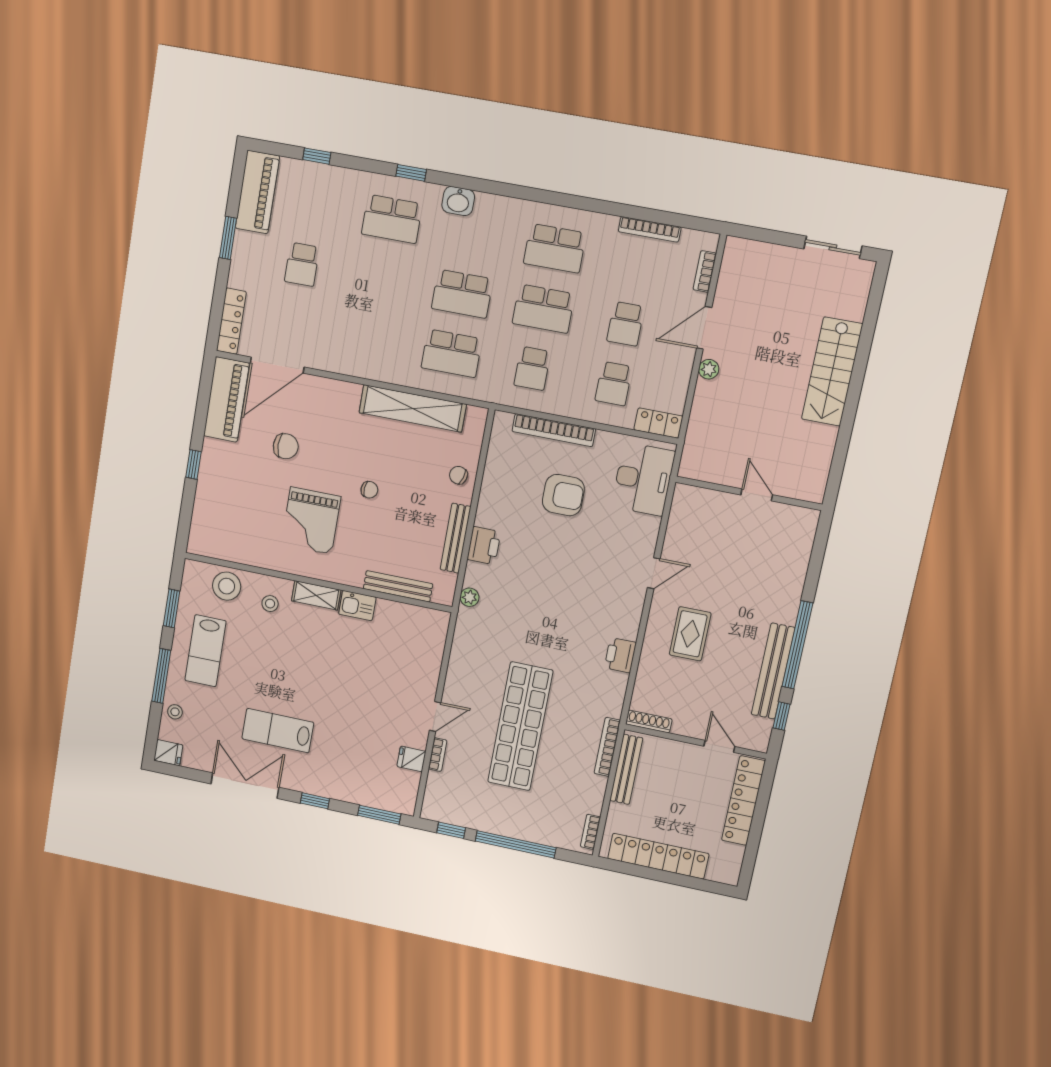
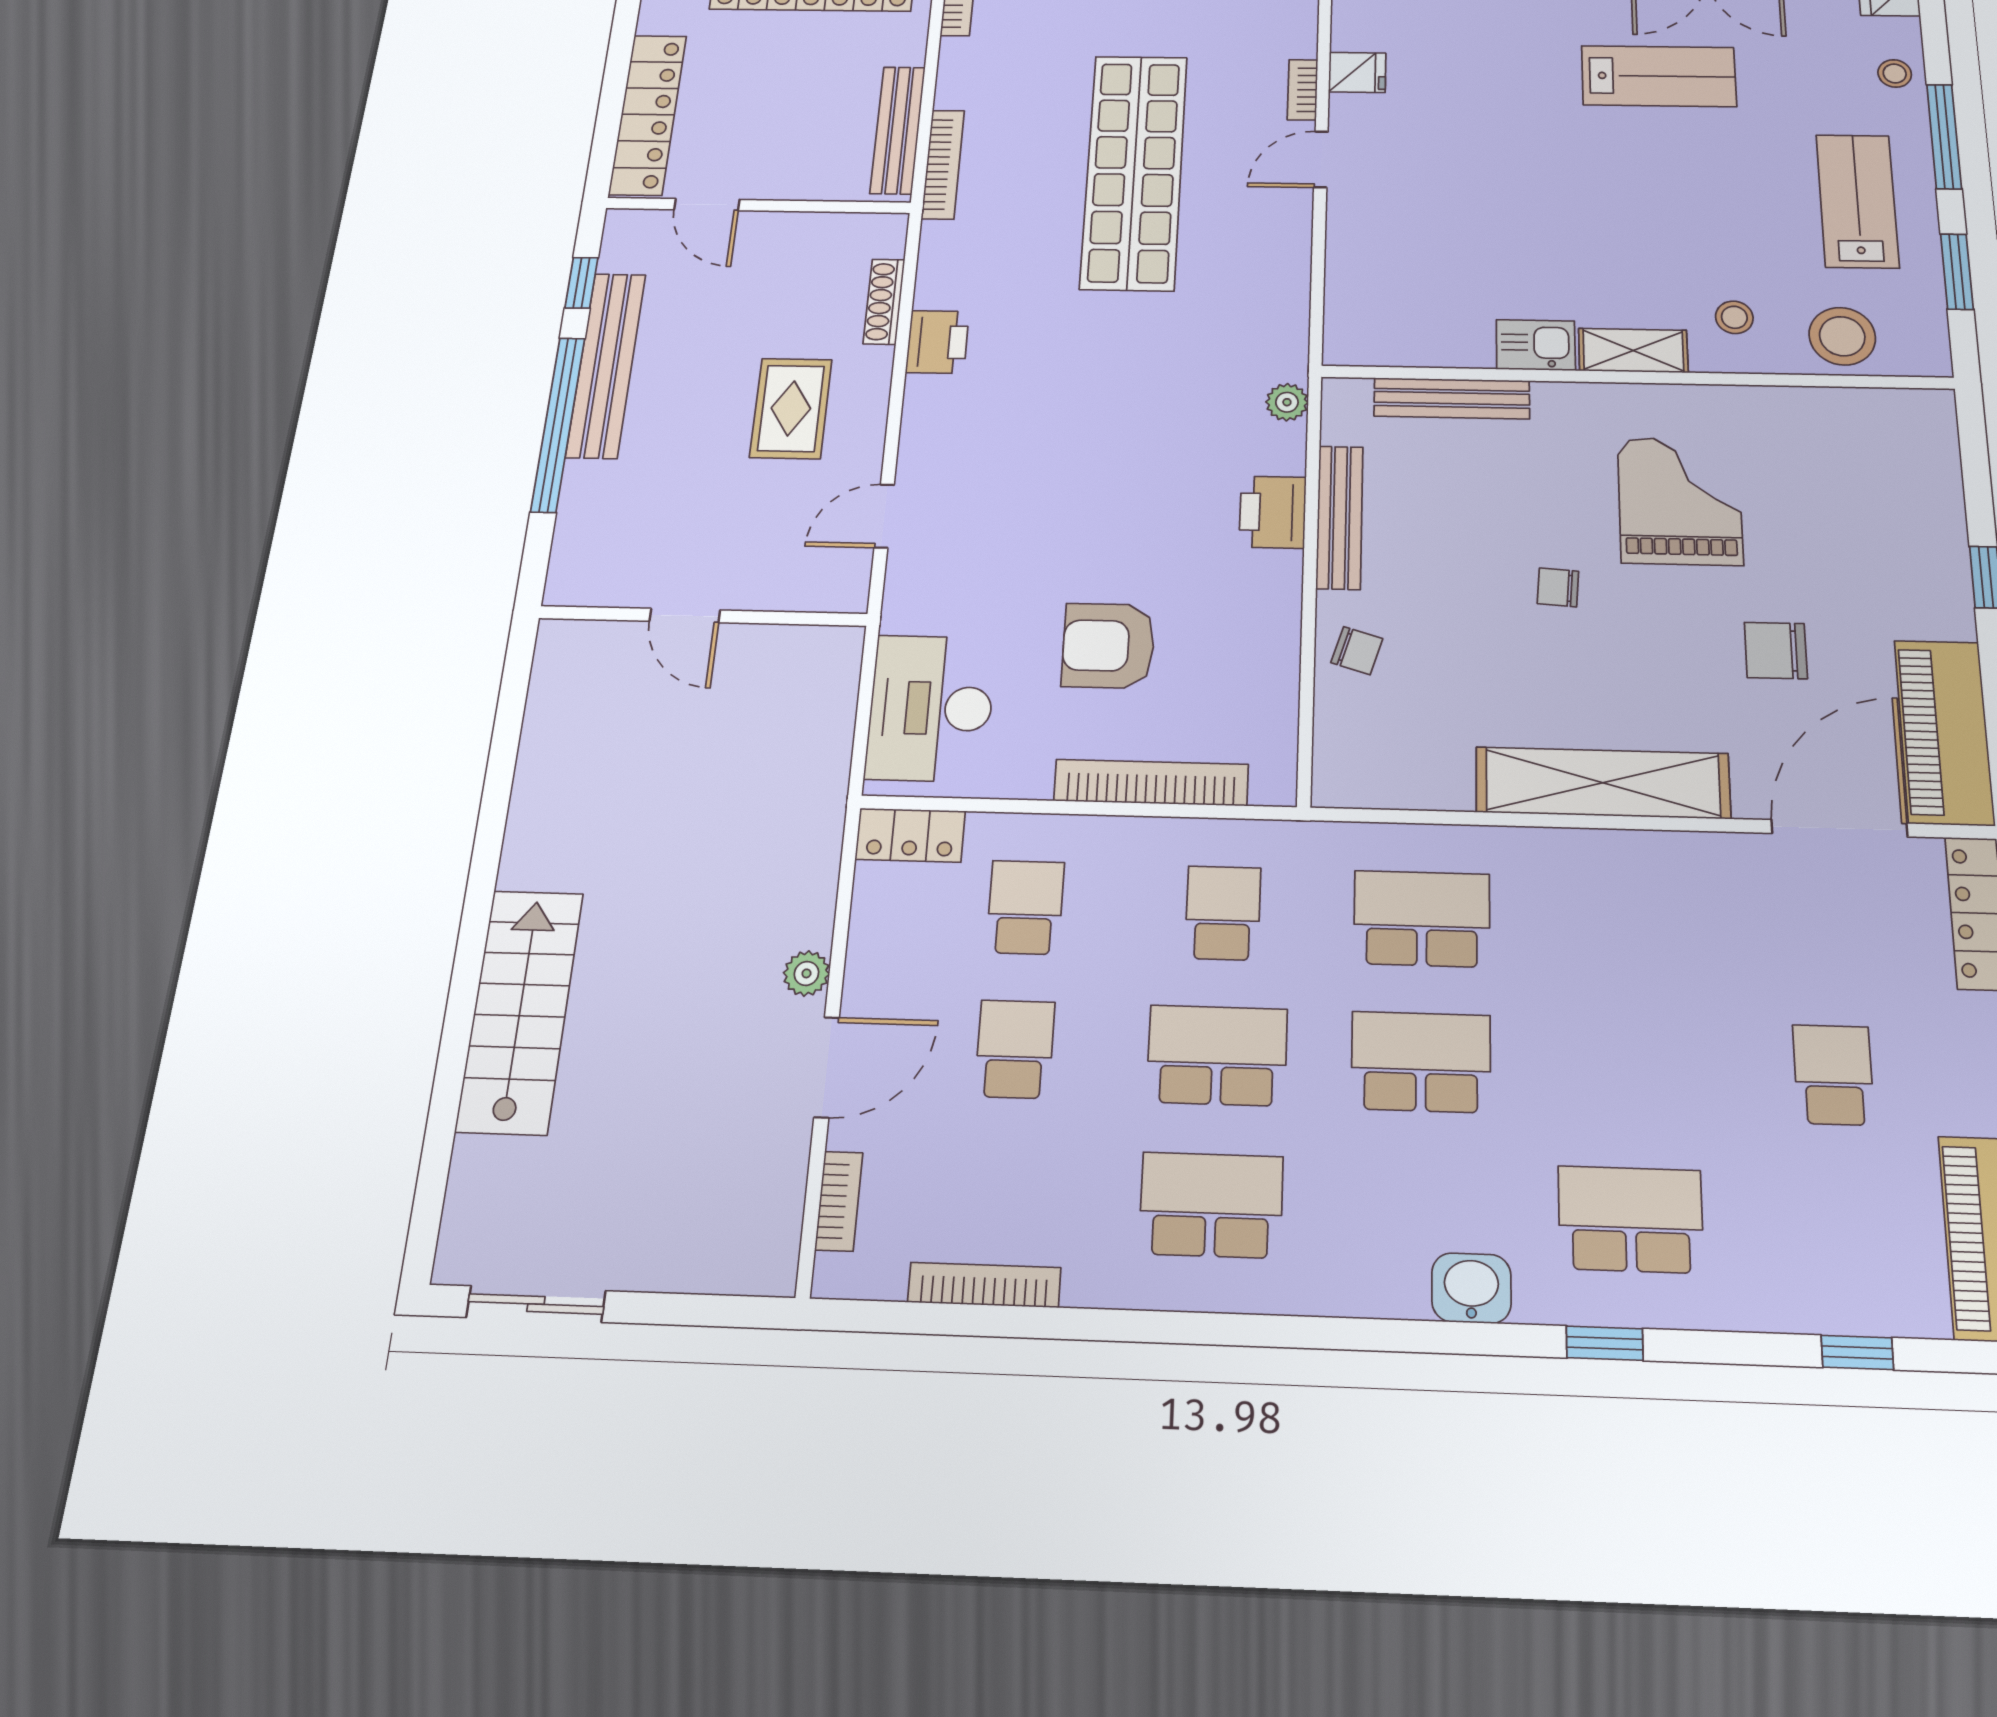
shelving: (413, 408) -> (1603, 783), moved
wall: (749, 493) -> (703, 616), moved
door: (757, 495) -> (685, 616), moved
shoe rack: (649, 722) -> (884, 302), moved, turned 90

